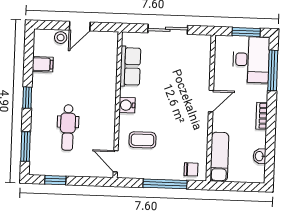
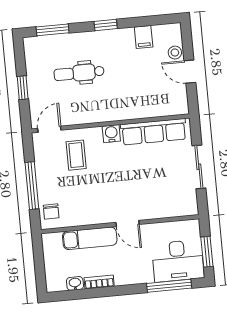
row of seats: (130, 66) -> (154, 132), width x1.48
bookcase: (262, 116) -> (99, 282), moved
exam couch: (219, 157) -> (90, 238), moved
window: (55, 180) -> (23, 88), moved

